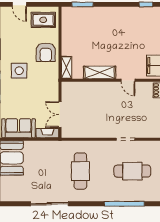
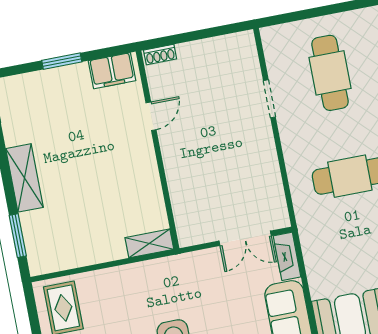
armchair: (46, 52) -> (127, 291), removed
shelving: (100, 73) -> (25, 178), moved

